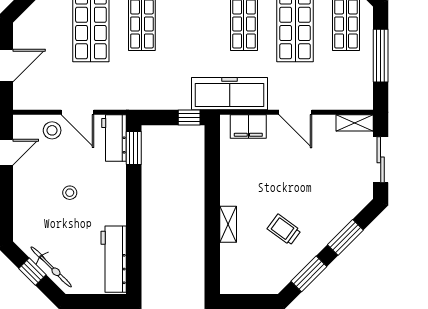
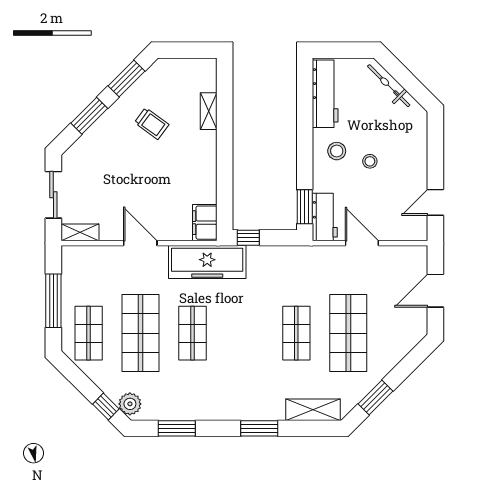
filing cabinet: (248, 126) -> (205, 223), moved, turned -90
stool: (52, 130) -> (337, 151), moved
shelving: (228, 224) -> (209, 111), moved
window: (32, 272) -> (408, 81), removed

